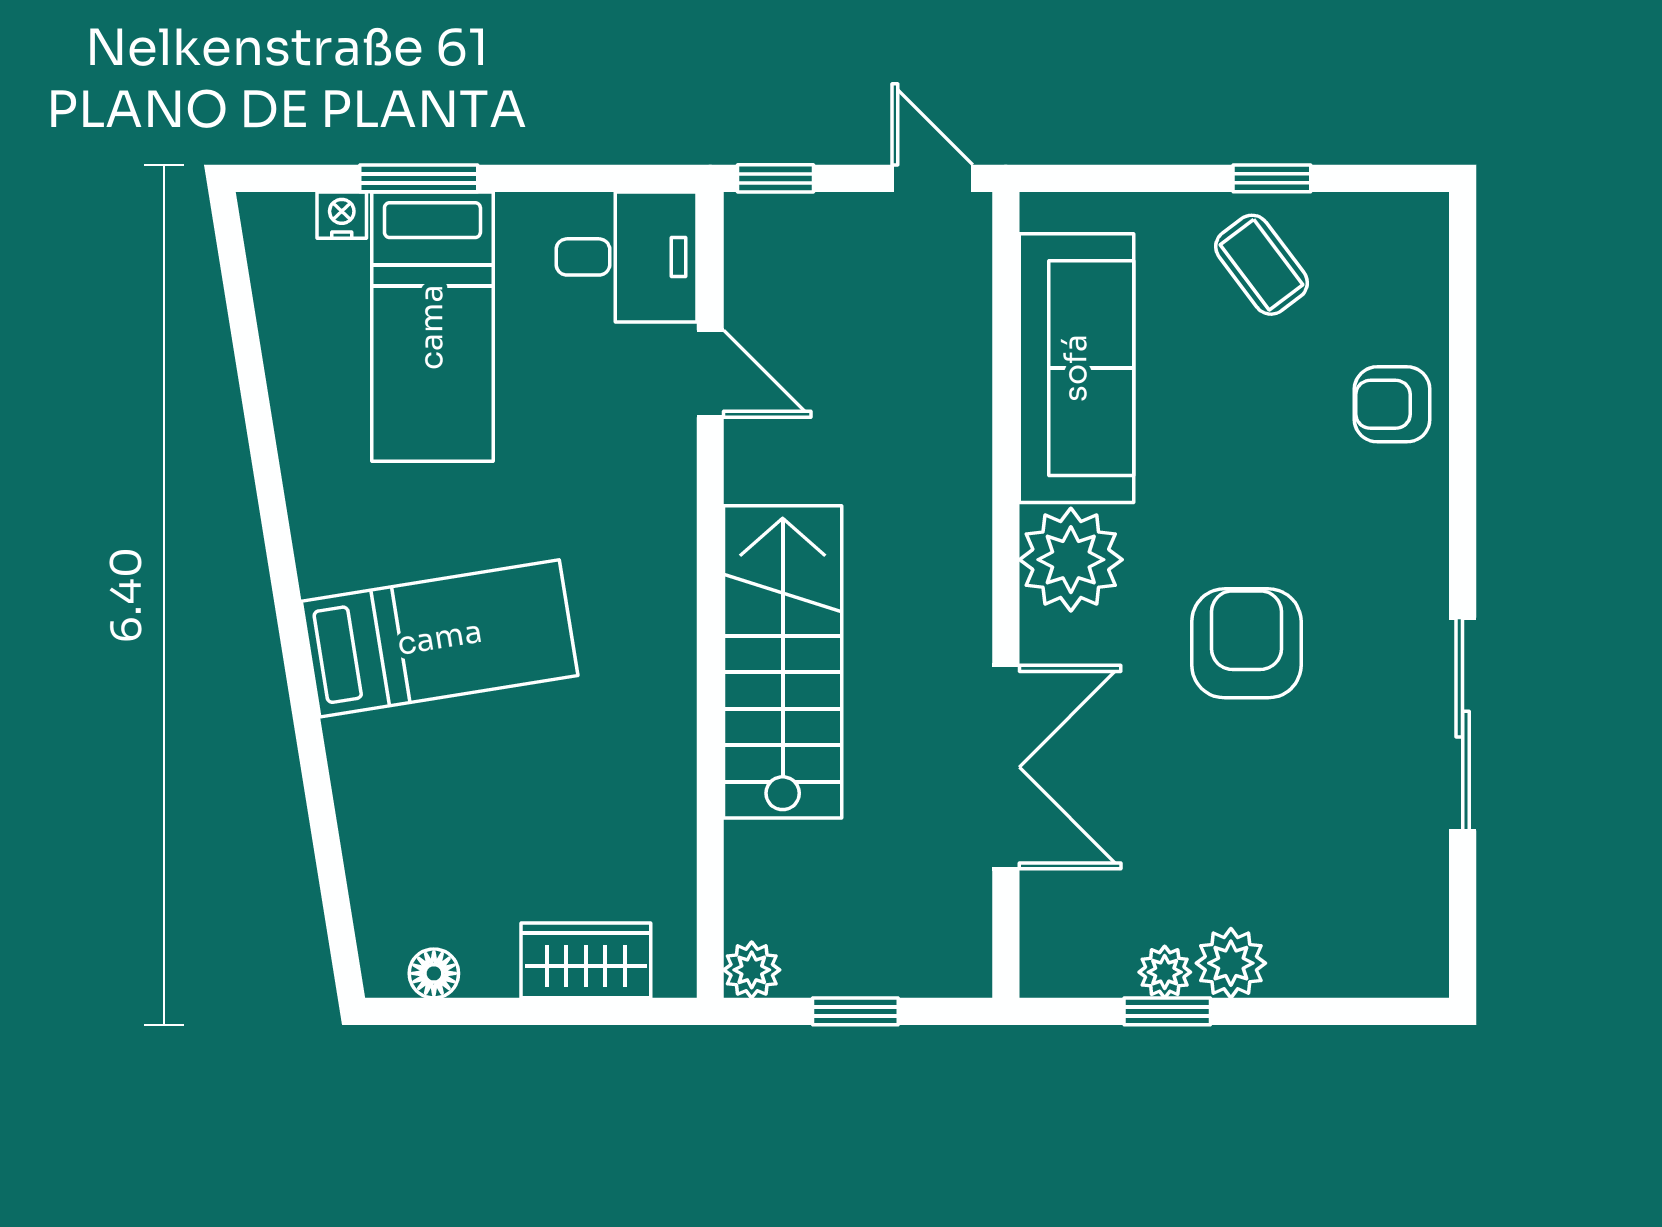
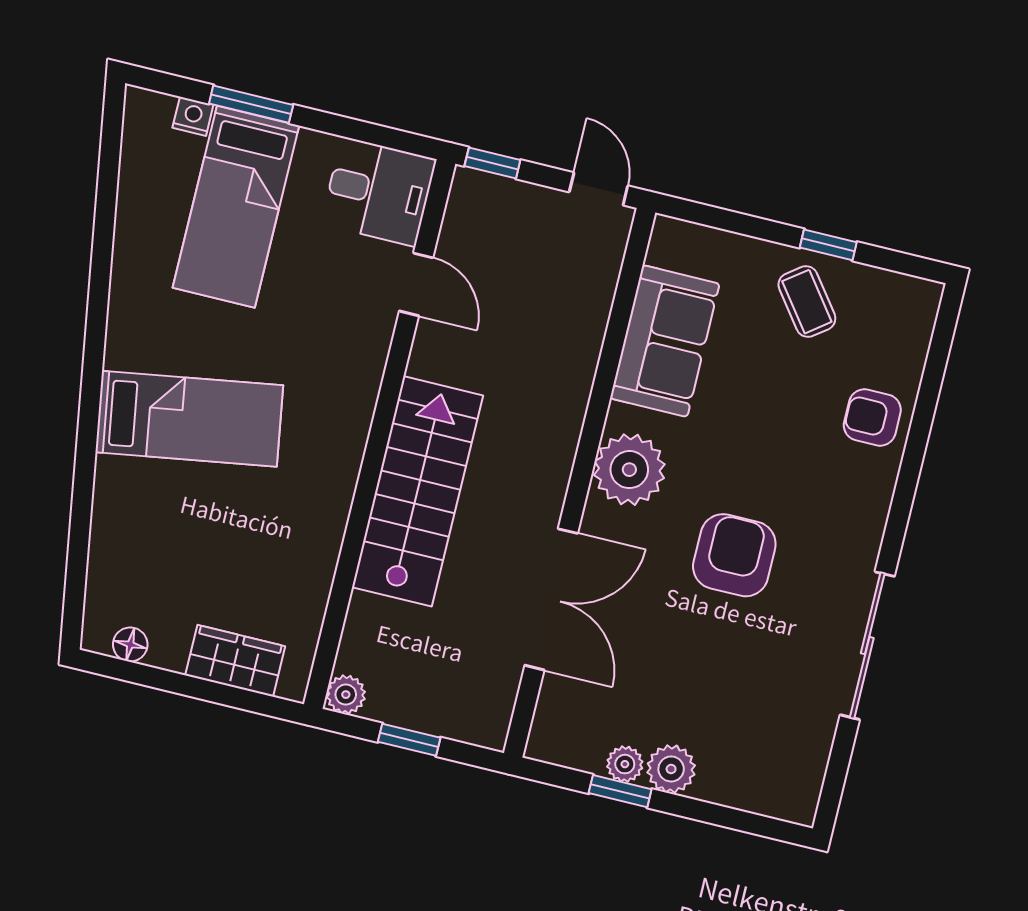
sofa: (1076, 368) -> (665, 341), width x0.73

